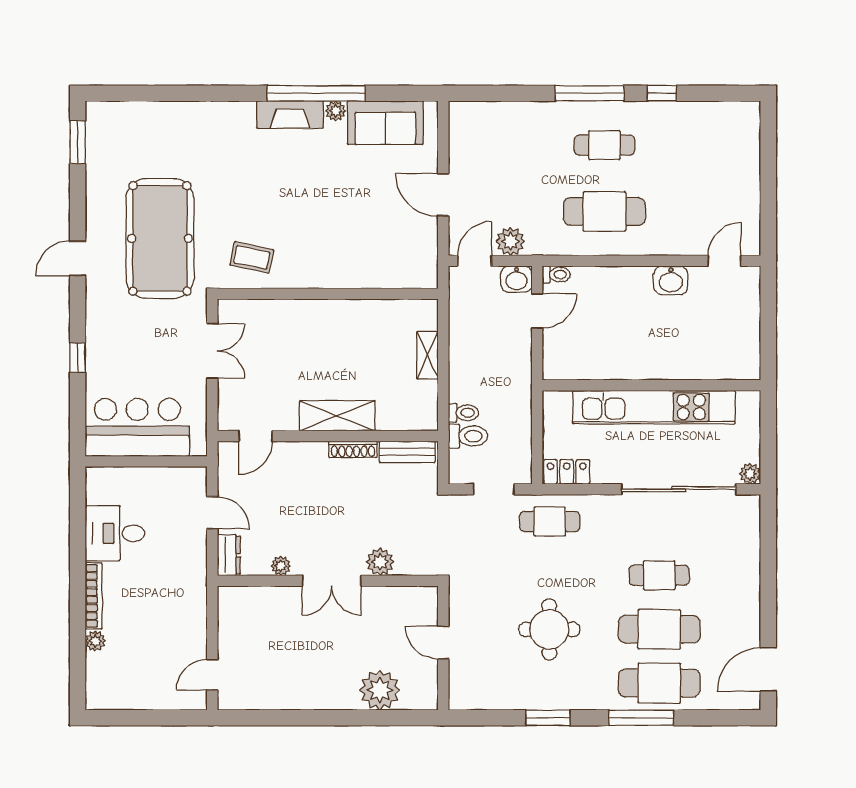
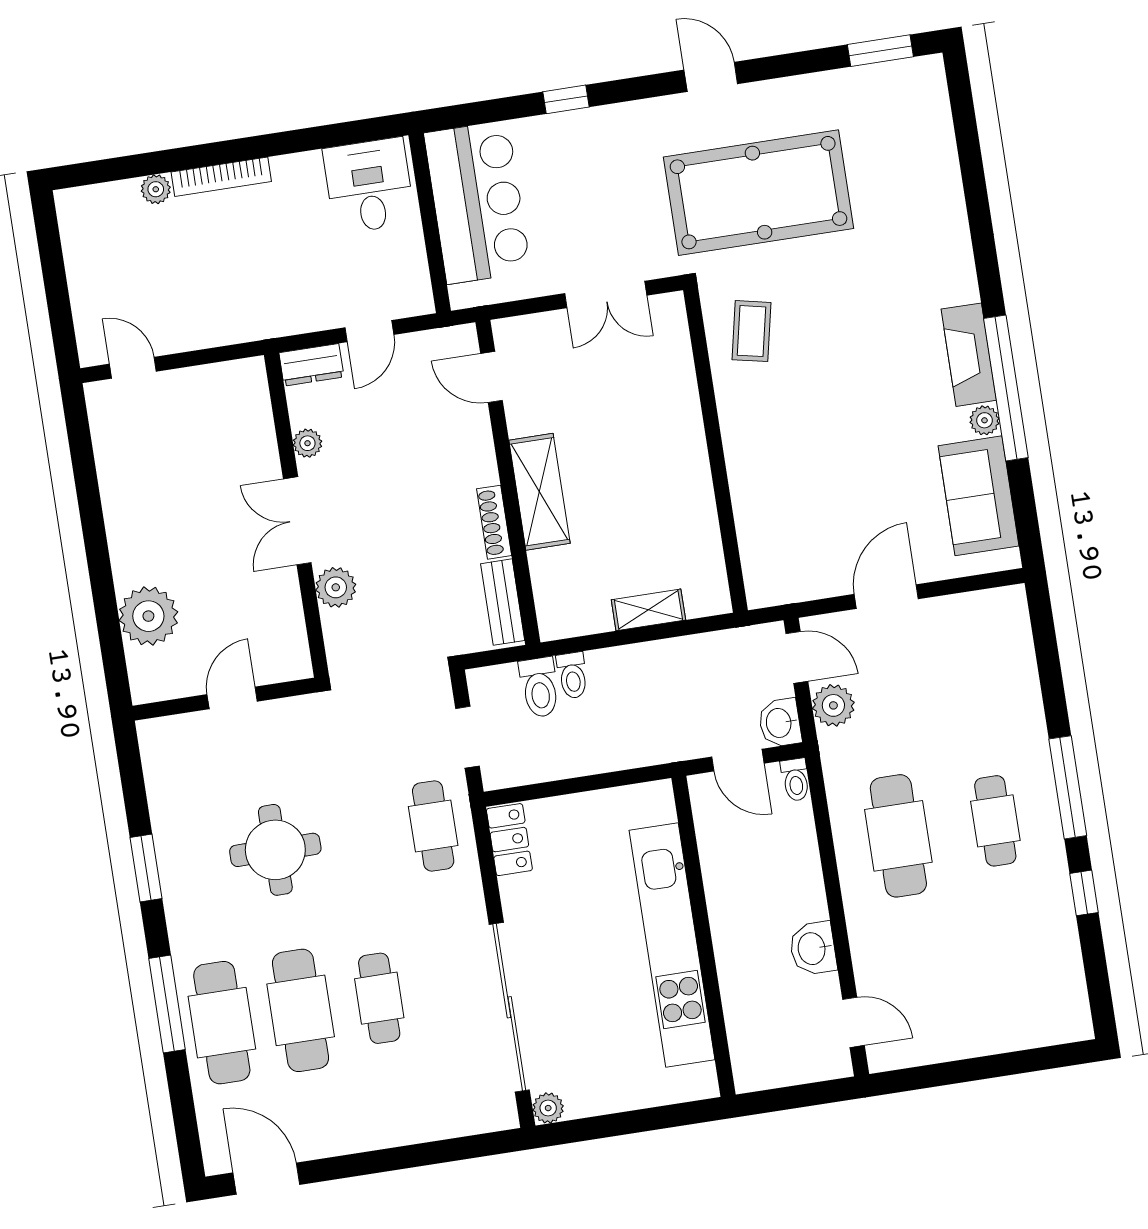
wall: (651, 385) -> (703, 936), moved
kitchen unit: (654, 407) -> (672, 945), moved
desk: (115, 533) -> (369, 186), moved

